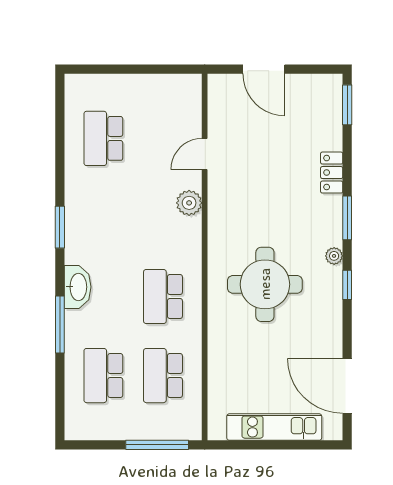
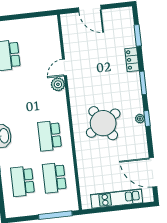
window: (347, 105) -> (138, 35), moved
door: (205, 154) -> (64, 67), moved
plant: (334, 256) -> (140, 119), moved
round table: (265, 284) -> (103, 123), turned -32

